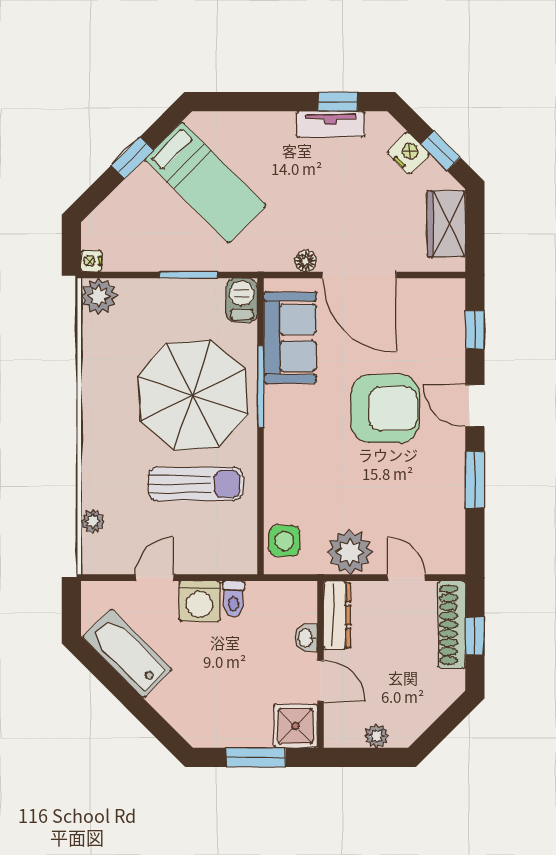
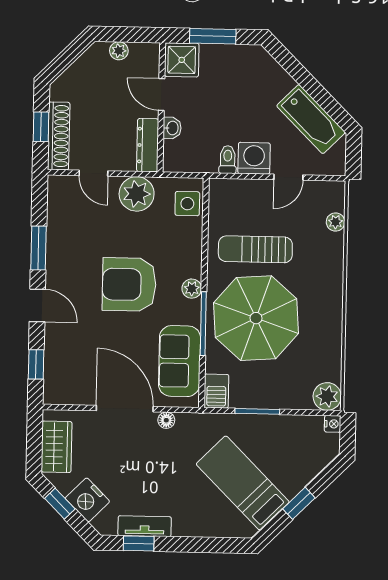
nightstand: (408, 153) -> (87, 500), width x1.36, depth x1.33
armchair: (385, 409) -> (129, 284), moved
plant: (276, 432) -> (192, 289), added

